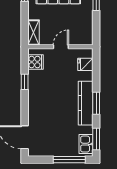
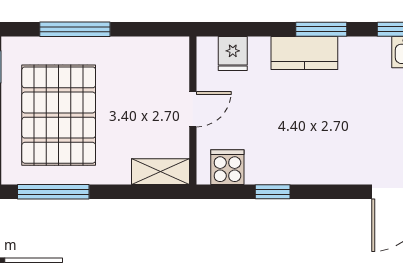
door: (61, 47) -> (193, 109), swing flipped
kitchen counter: (86, 103) -> (304, 53), width x0.67

